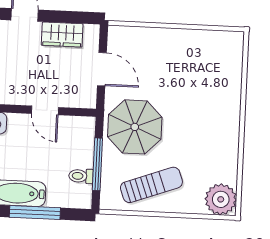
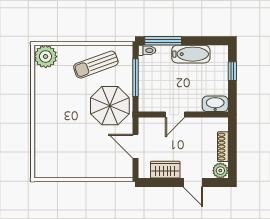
door: (45, 110) -> (175, 115), swing flipped
toilet: (81, 176) -> (147, 50), moved
window: (35, 212) -> (163, 41), moved

